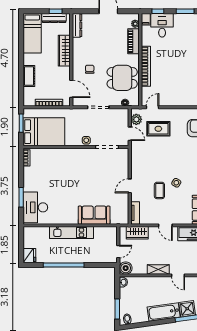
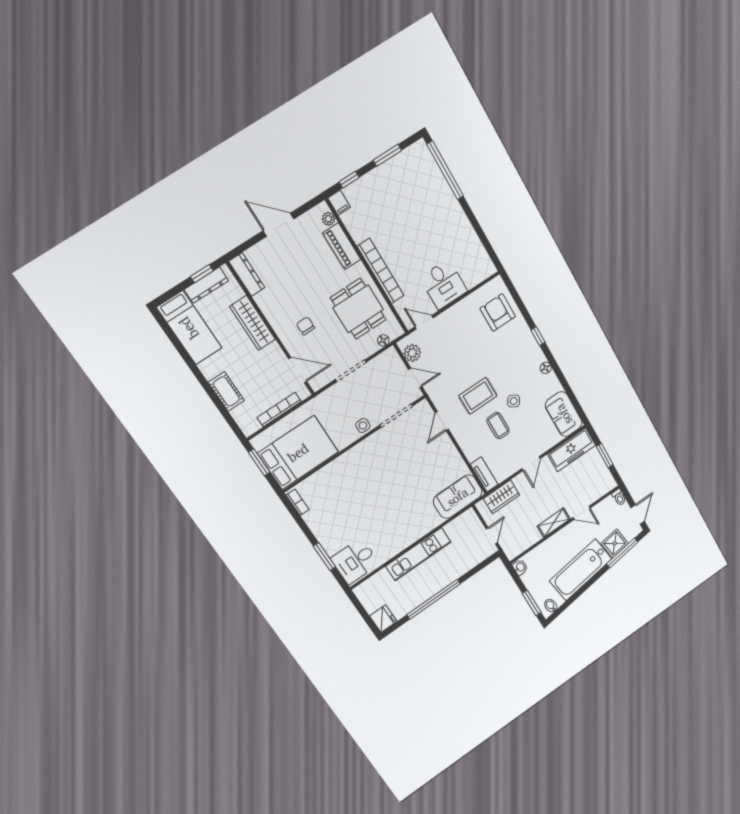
desk: (162, 25) -> (444, 284), moved, turned 180
dining table: (122, 78) -> (358, 309), turned 90
door: (152, 107) -> (424, 322), hinge flipped
rug: (158, 129) -> (478, 396), moved
door: (130, 186) -> (442, 421), moved
desk: (35, 207) -> (355, 561), width x0.73
sofa: (94, 215) -> (458, 497), moved
door: (165, 225) -> (531, 464), hinge flipped
boiler: (126, 268) -> (513, 549), removed
bathtub: (164, 312) -> (581, 570), width x1.36, depth x1.36

